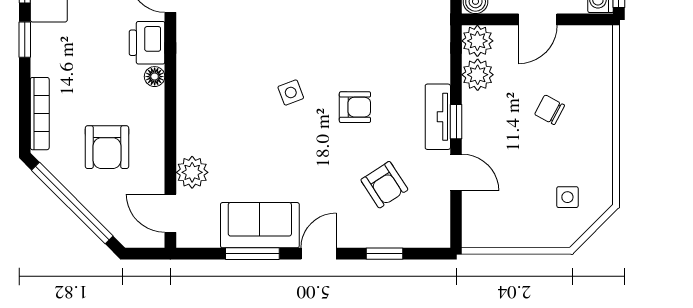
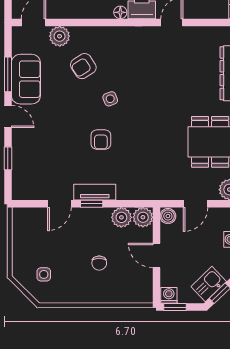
chair: (550, 110) -> (99, 263), turned 152
armchair: (384, 185) -> (83, 66), moved

